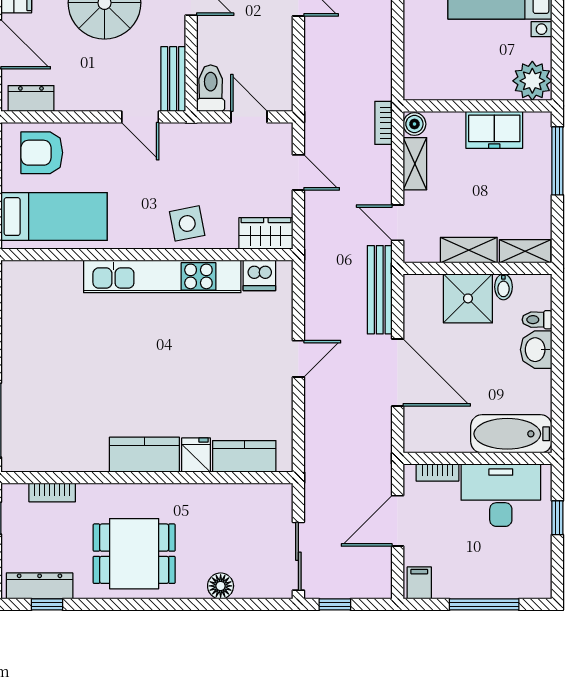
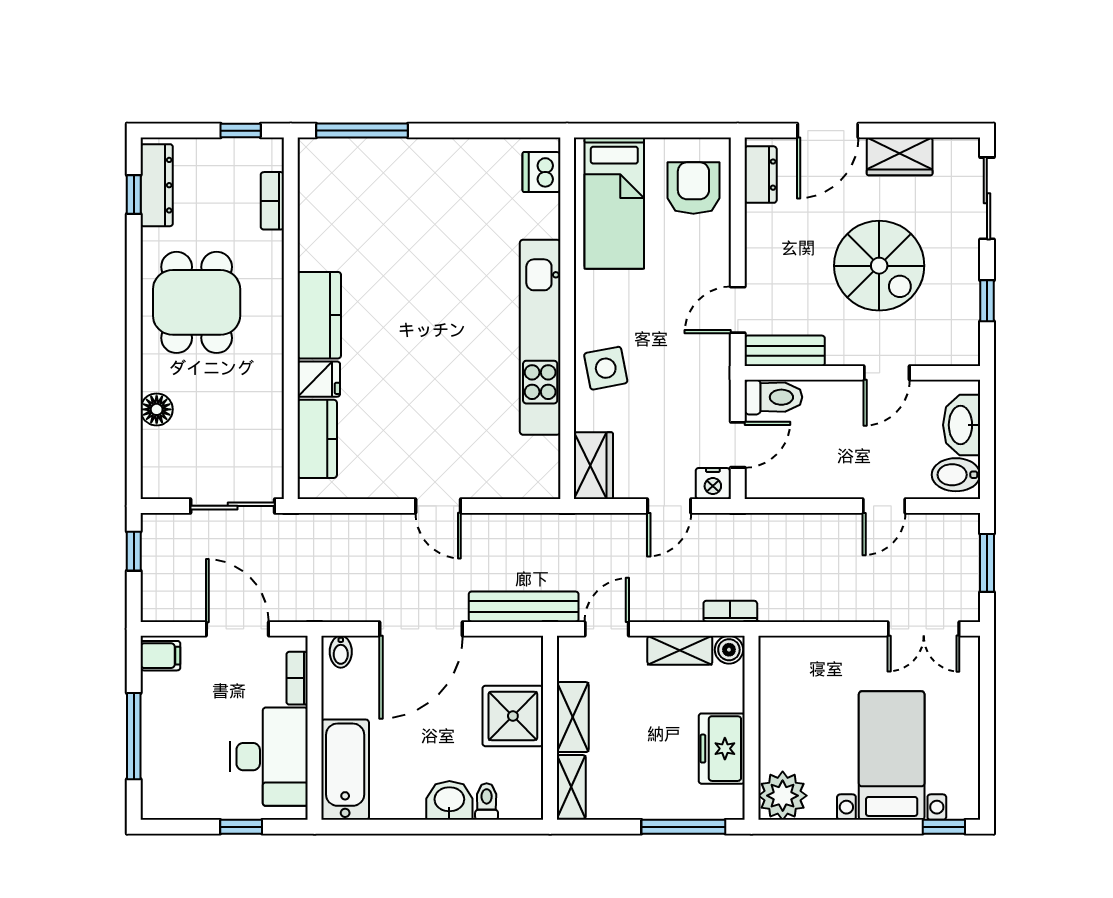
nightstand: (280, 137) -> (713, 484), added
dishwasher: (259, 275) -> (541, 172), moved
bidet: (503, 287) -> (341, 652), moved, turned -90
sliding door: (298, 556) -> (233, 506), moved

